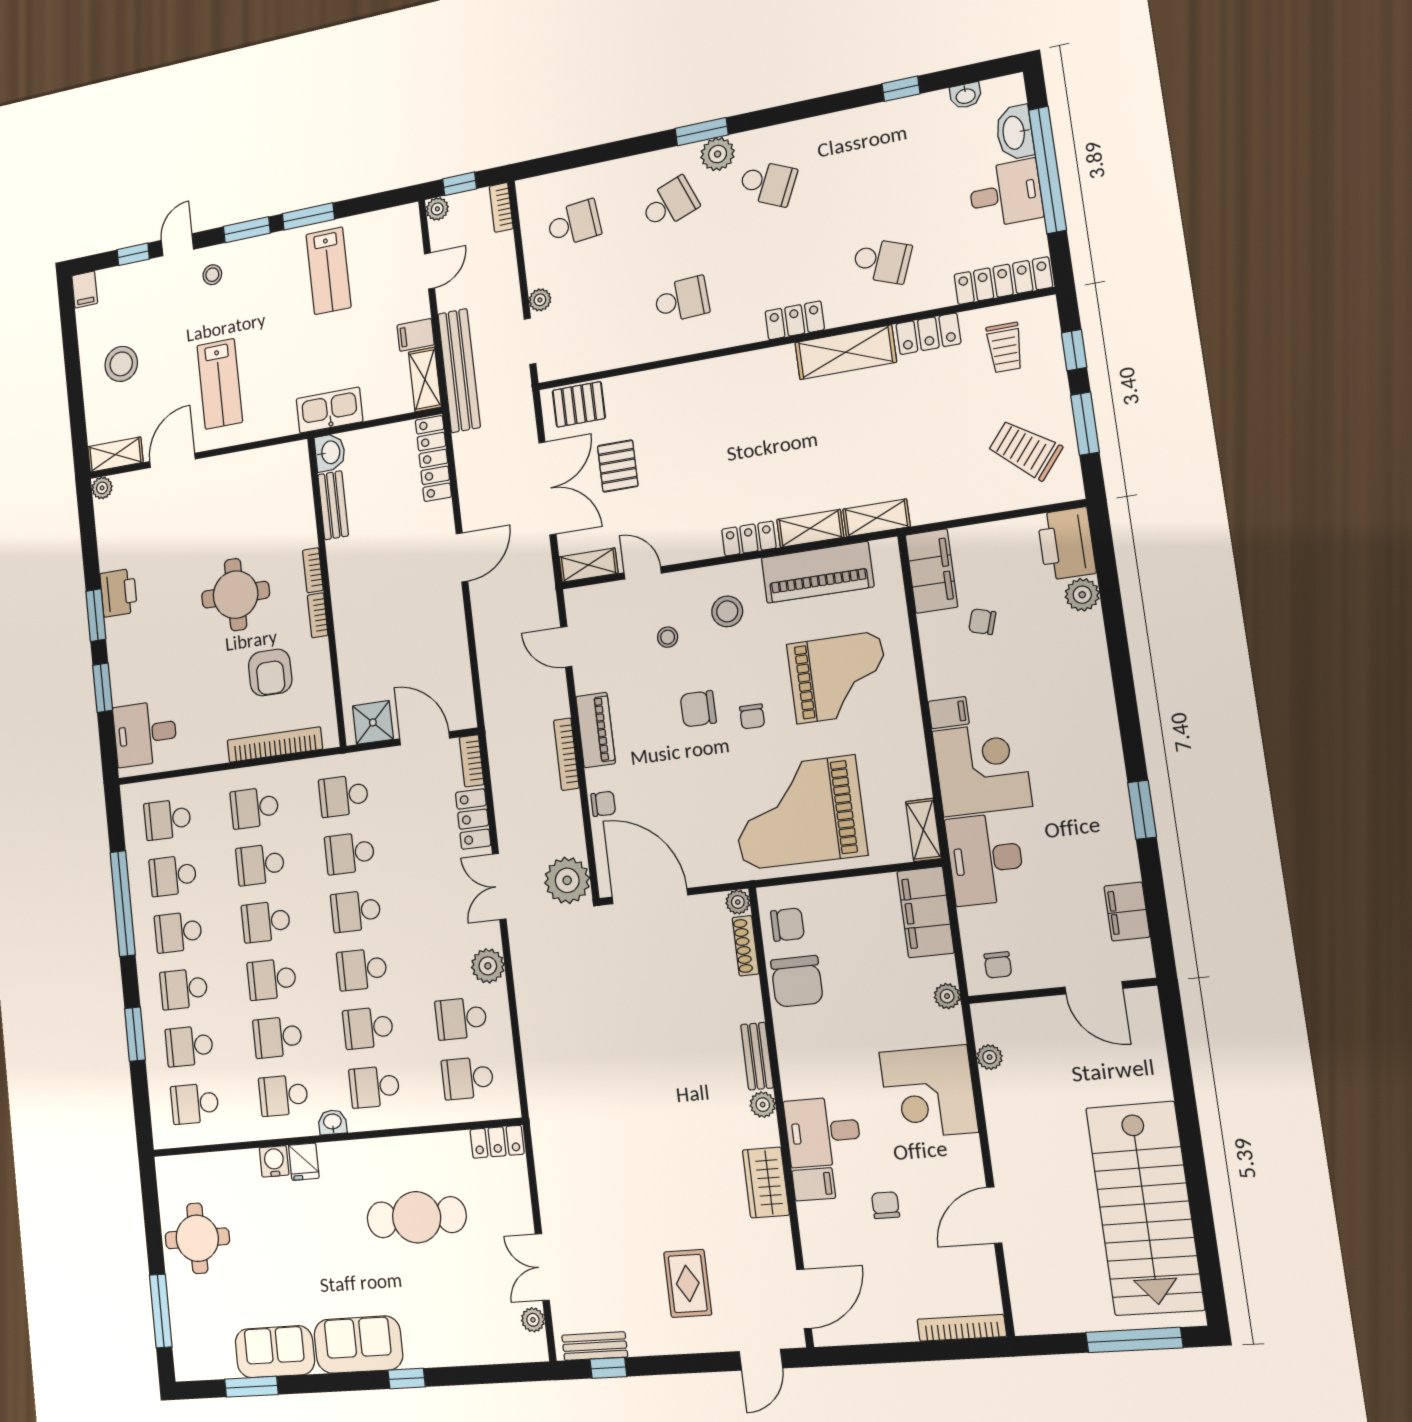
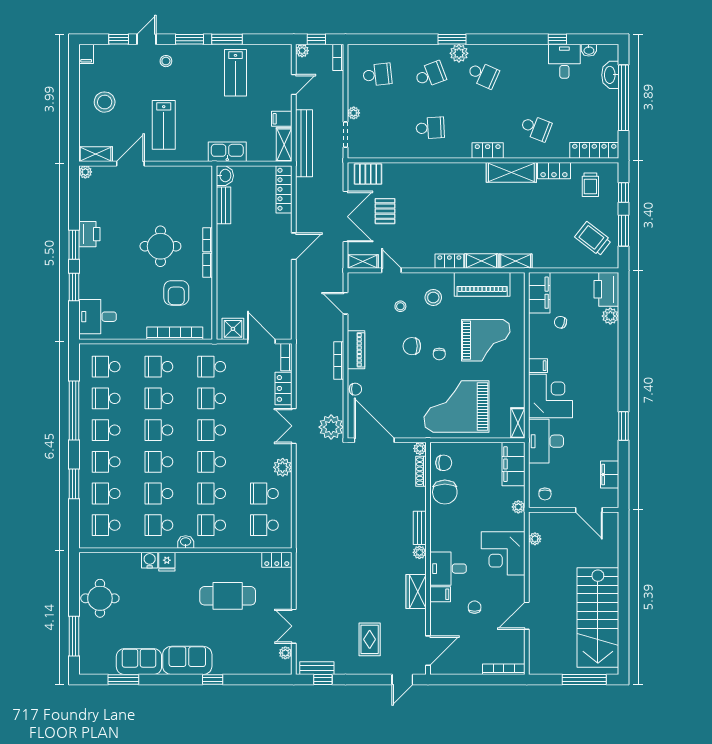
desk: (1006, 194) -> (564, 61), moved, turned -90

